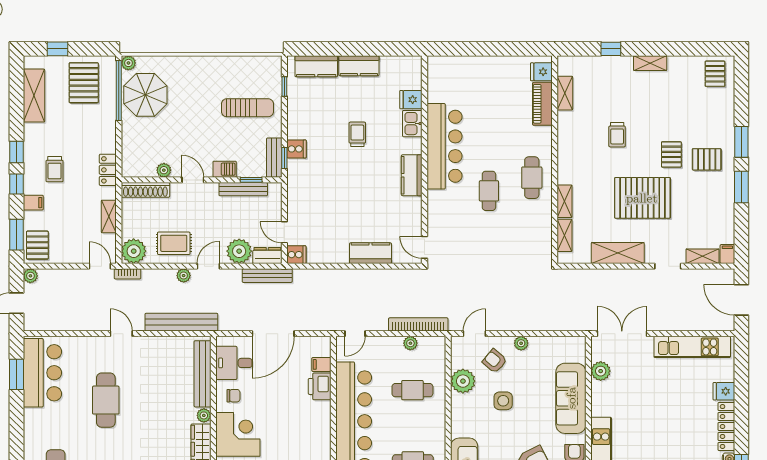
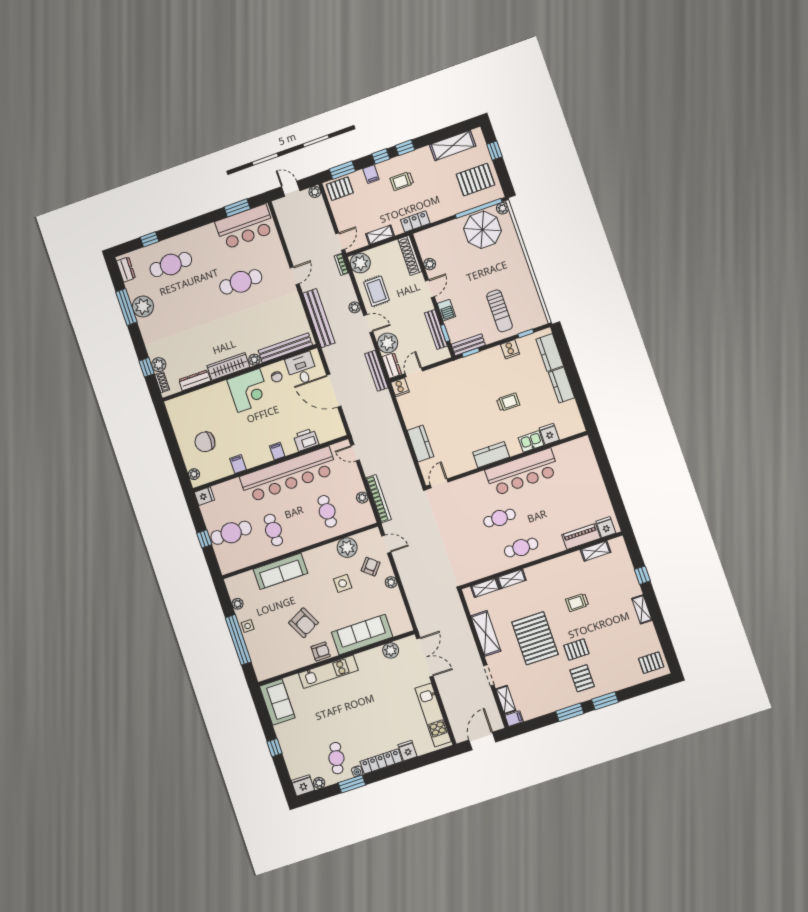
cooker: (296, 149) -> (510, 349), moved
filing cabinet: (321, 364) -> (277, 451), moved

